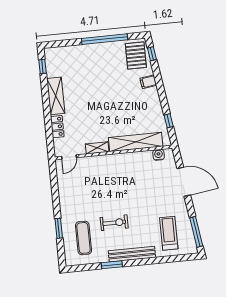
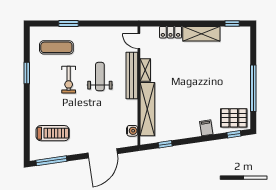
weight bench: (108, 192) -> (100, 77), added
bench: (132, 254) -> (132, 76), moved

